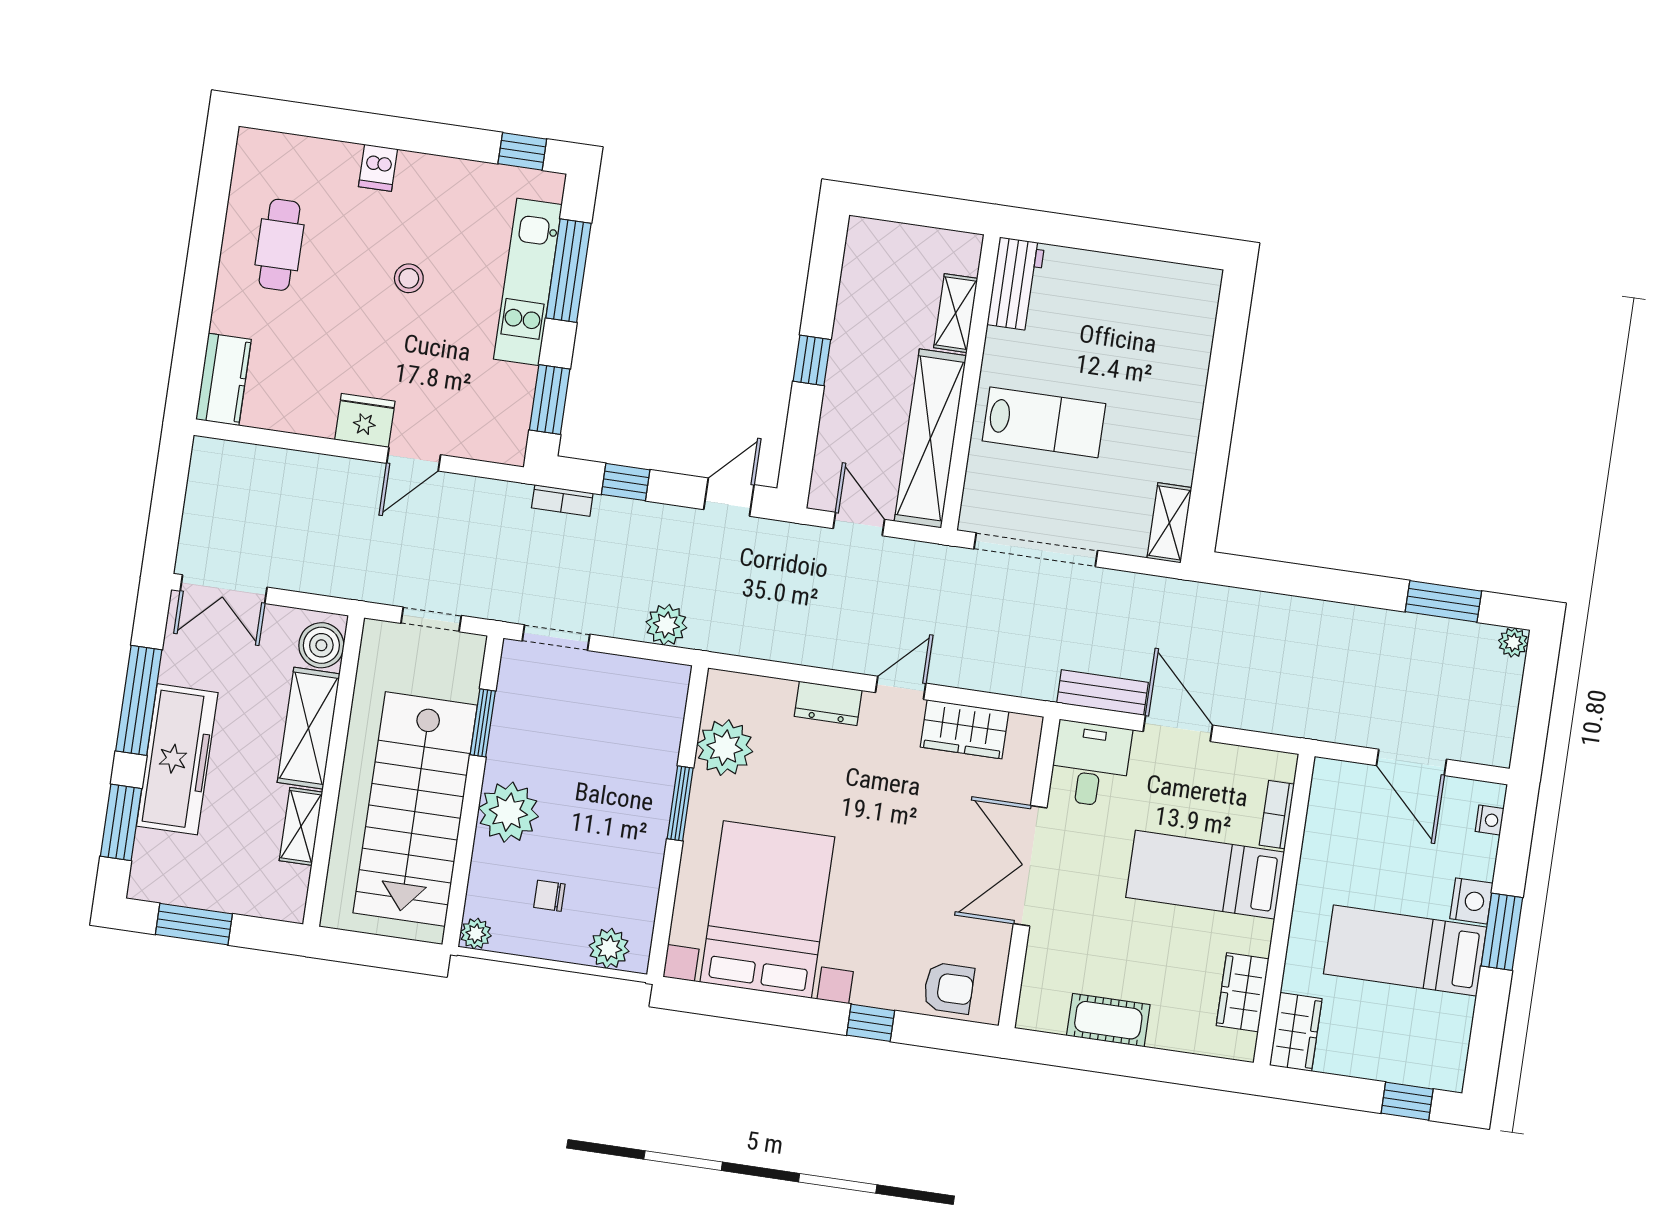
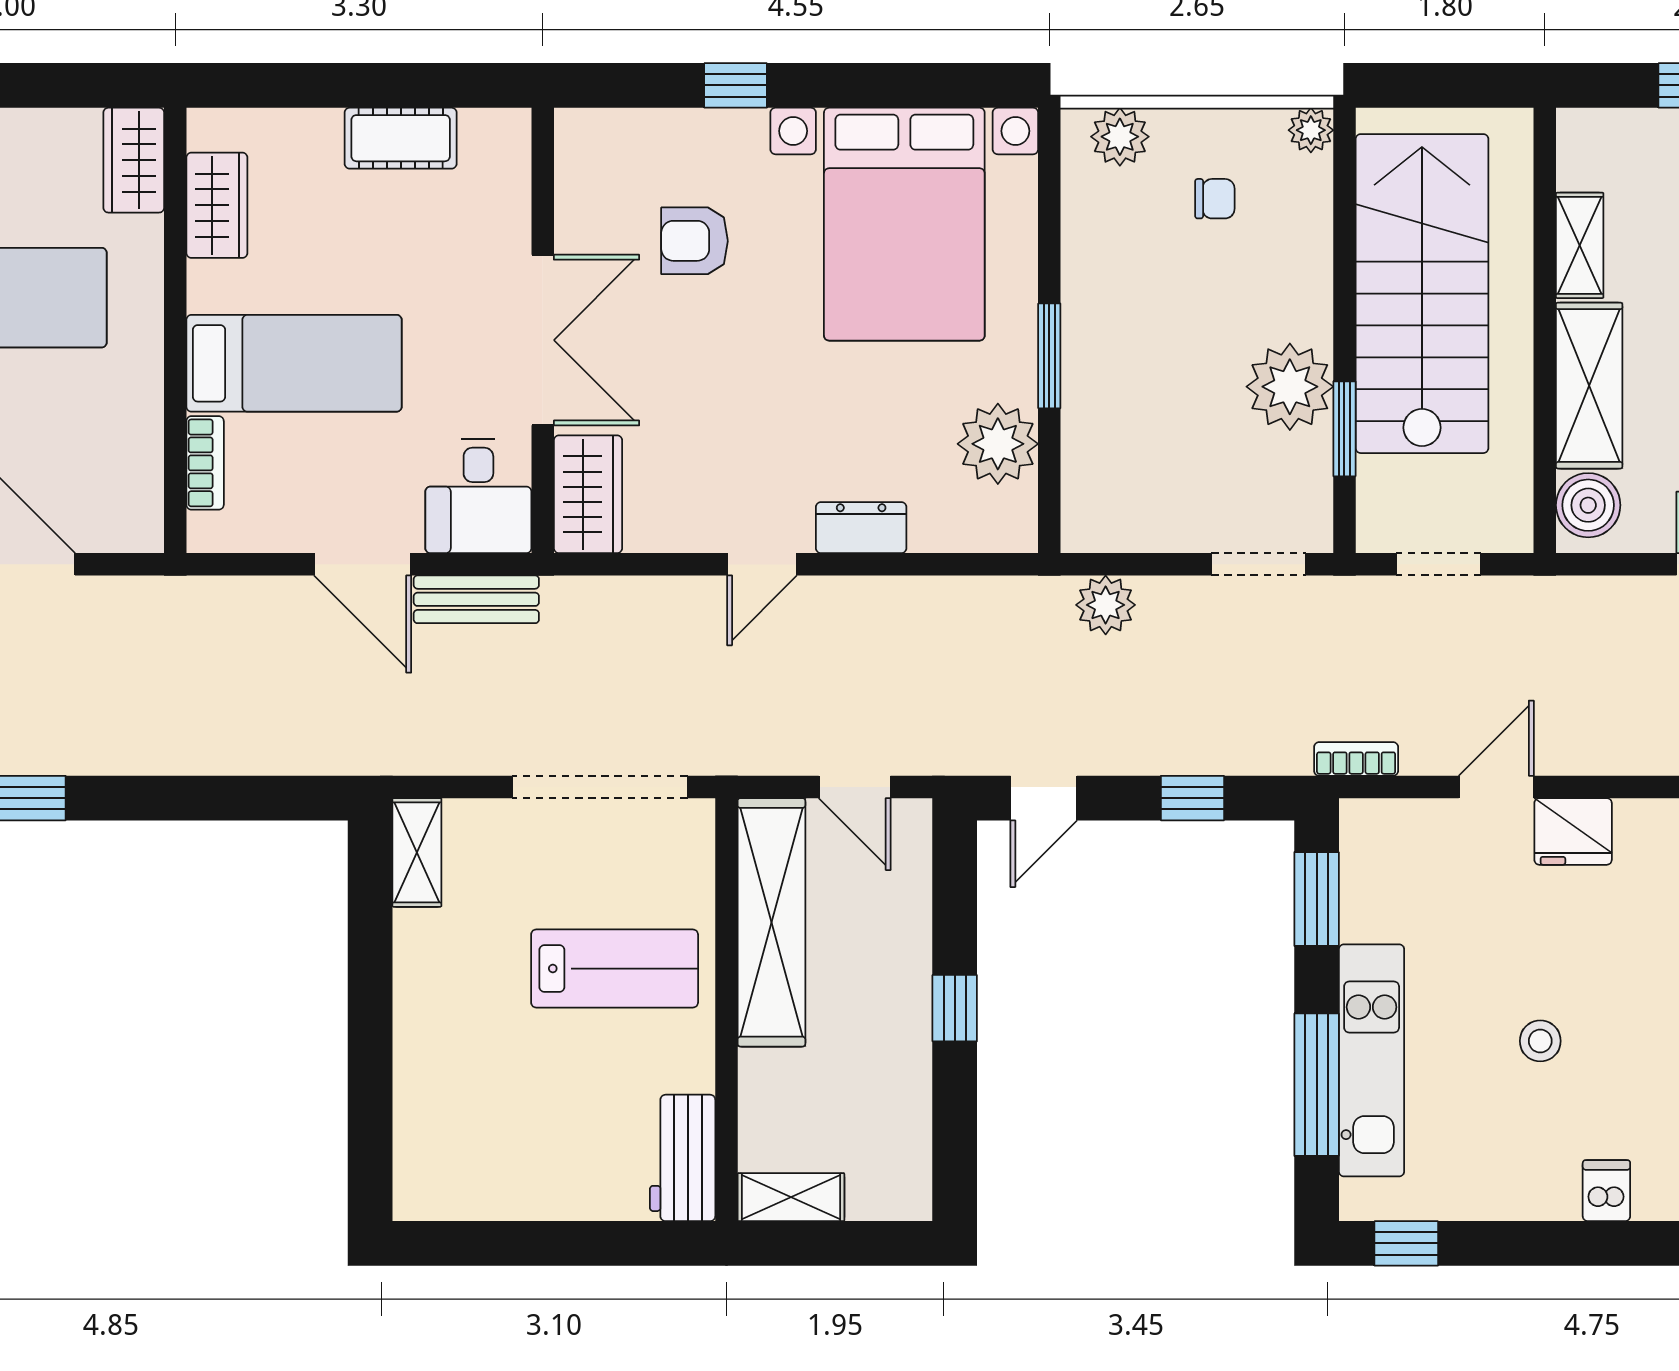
shelving: (956, 313) -> (791, 1197), moved, turned 90
lab bench: (1044, 422) -> (615, 969), turned 180
bookcase: (562, 501) -> (1356, 759), moved
wardrobe: (965, 729) -> (588, 494), moved, turned 90
plant: (508, 812) -> (1290, 387), moved
armchair: (949, 988) -> (695, 241), moved

